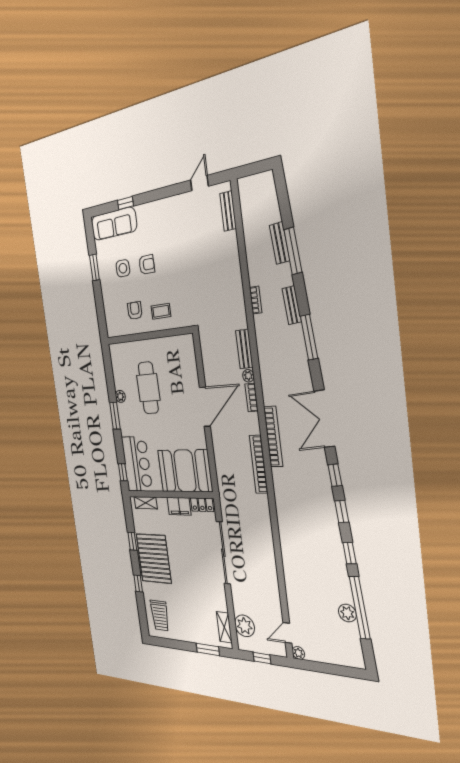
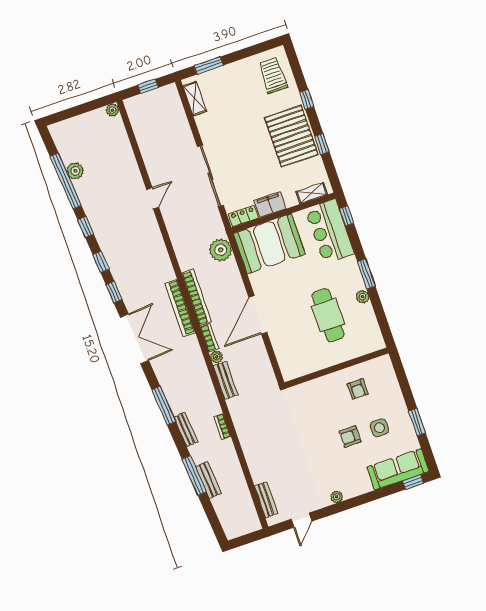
window: (126, 203) -> (413, 482), moved
plant: (166, 204) -> (337, 497), added
coffee table: (161, 311) -> (325, 395), removed
bookcase: (259, 464) -> (197, 297), moved
plant: (245, 626) -> (221, 250), moved
door: (287, 633) -> (153, 198), moved

